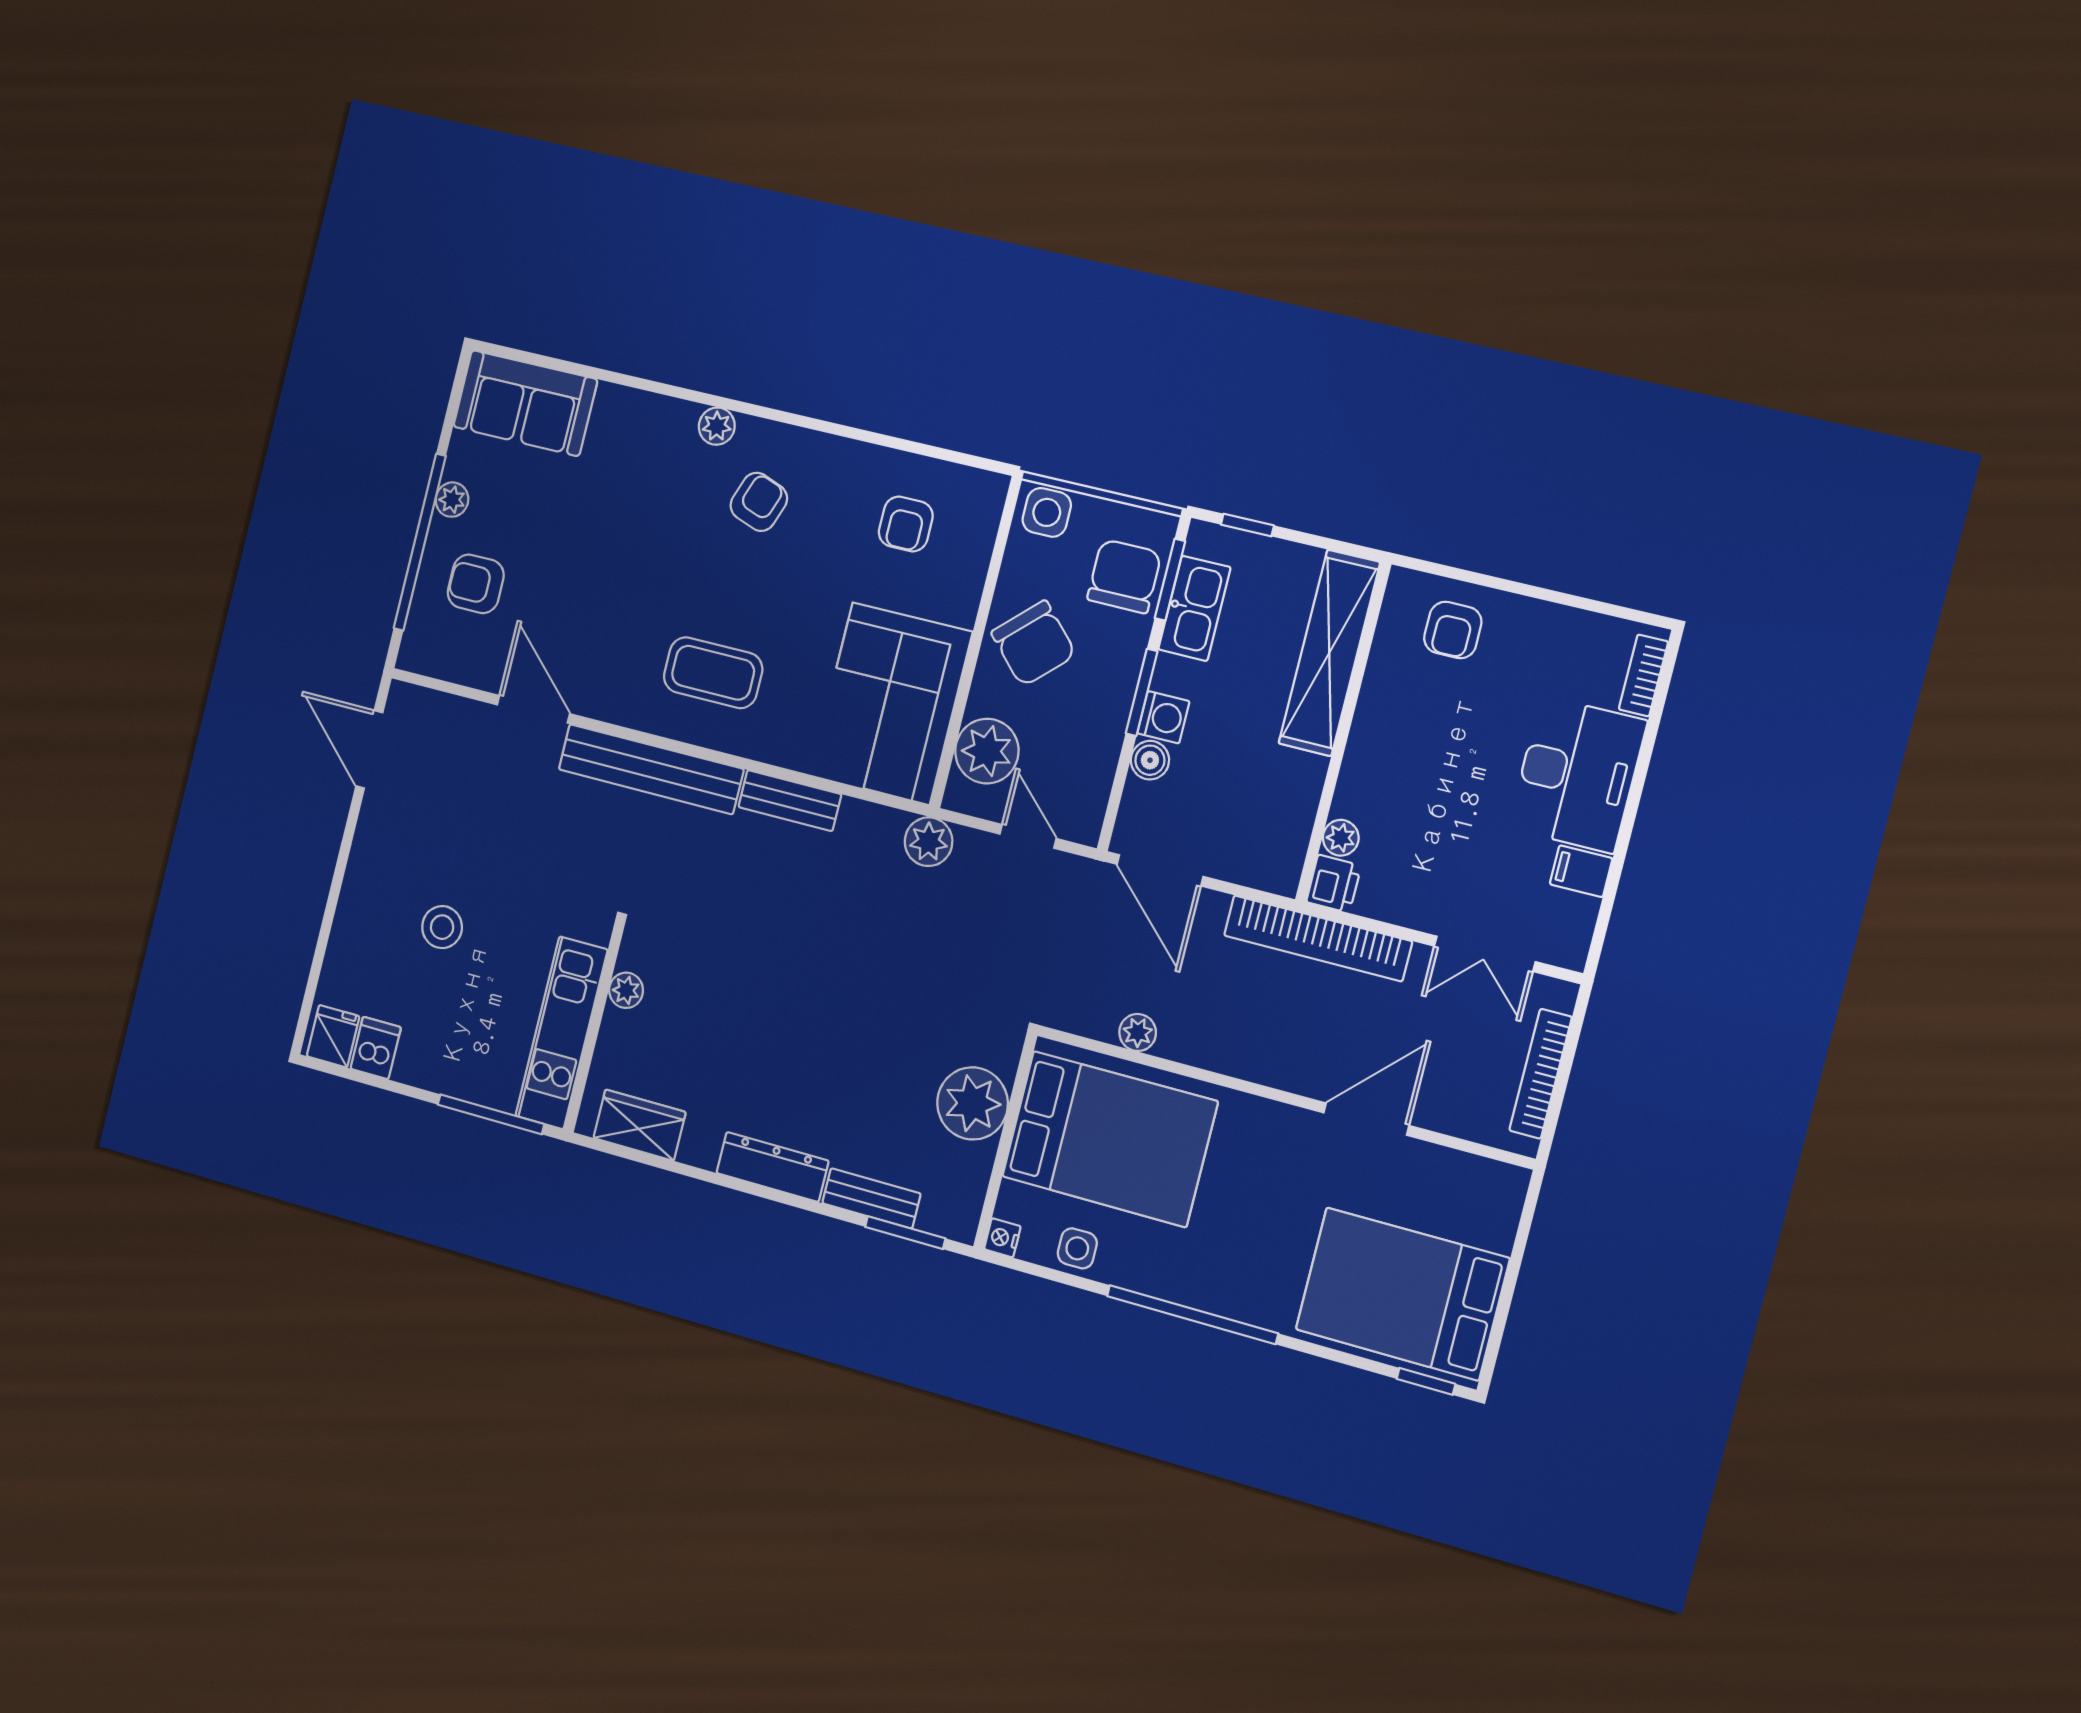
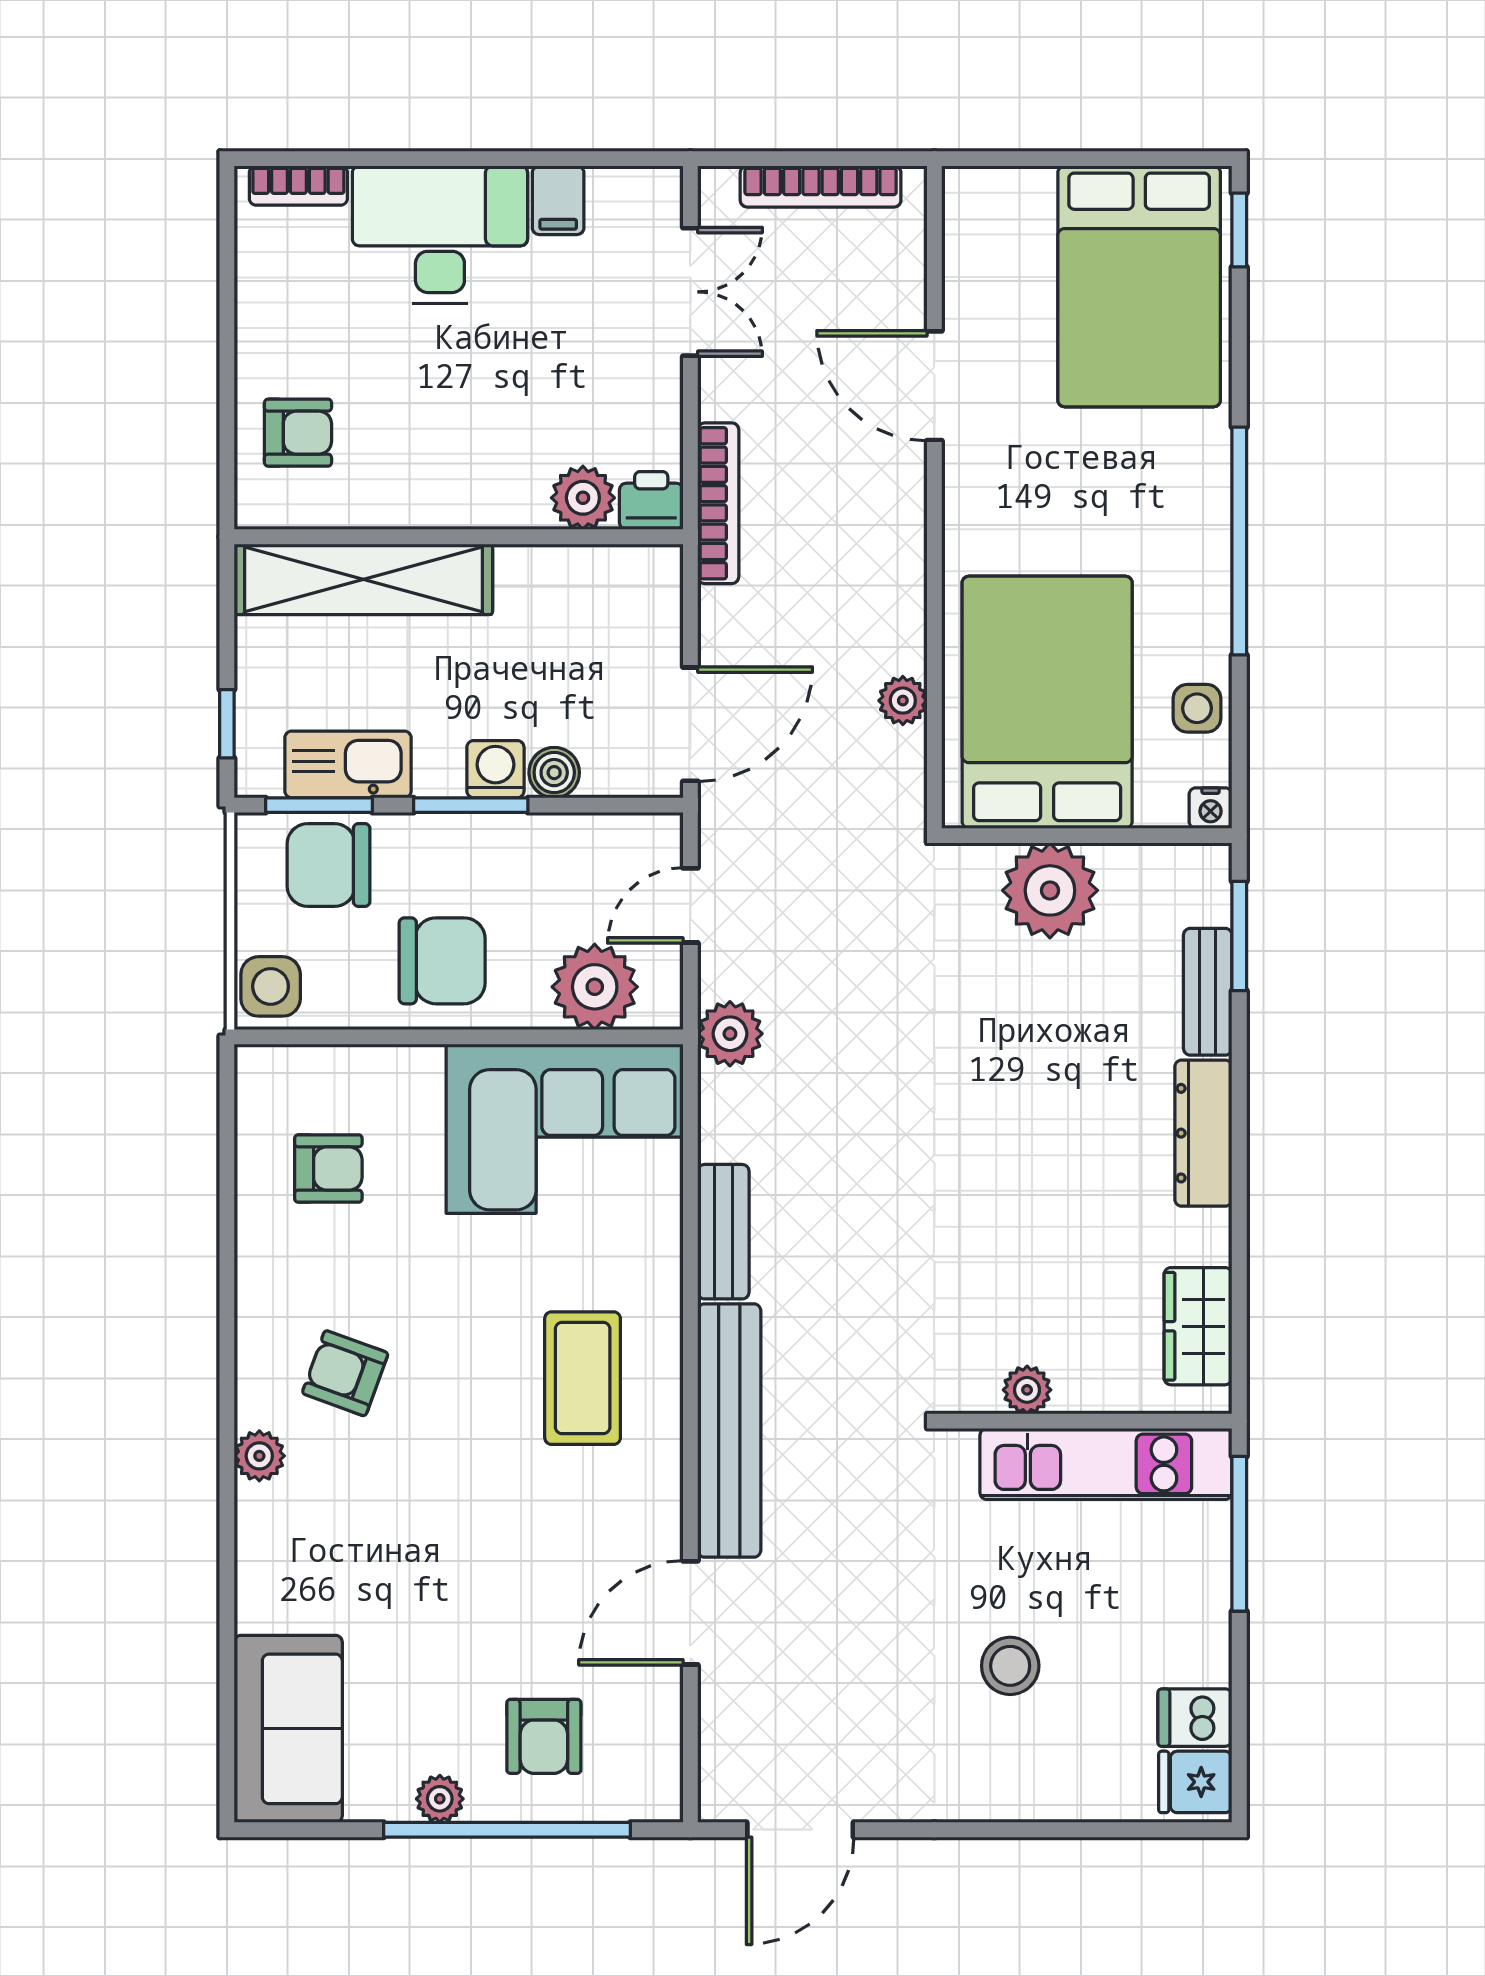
chair: (1034, 644) -> (442, 961), turned 44
plant: (1341, 838) -> (583, 498), width x1.38, depth x1.38
bookcase: (1318, 938) -> (718, 503), width x0.68, depth x0.76

